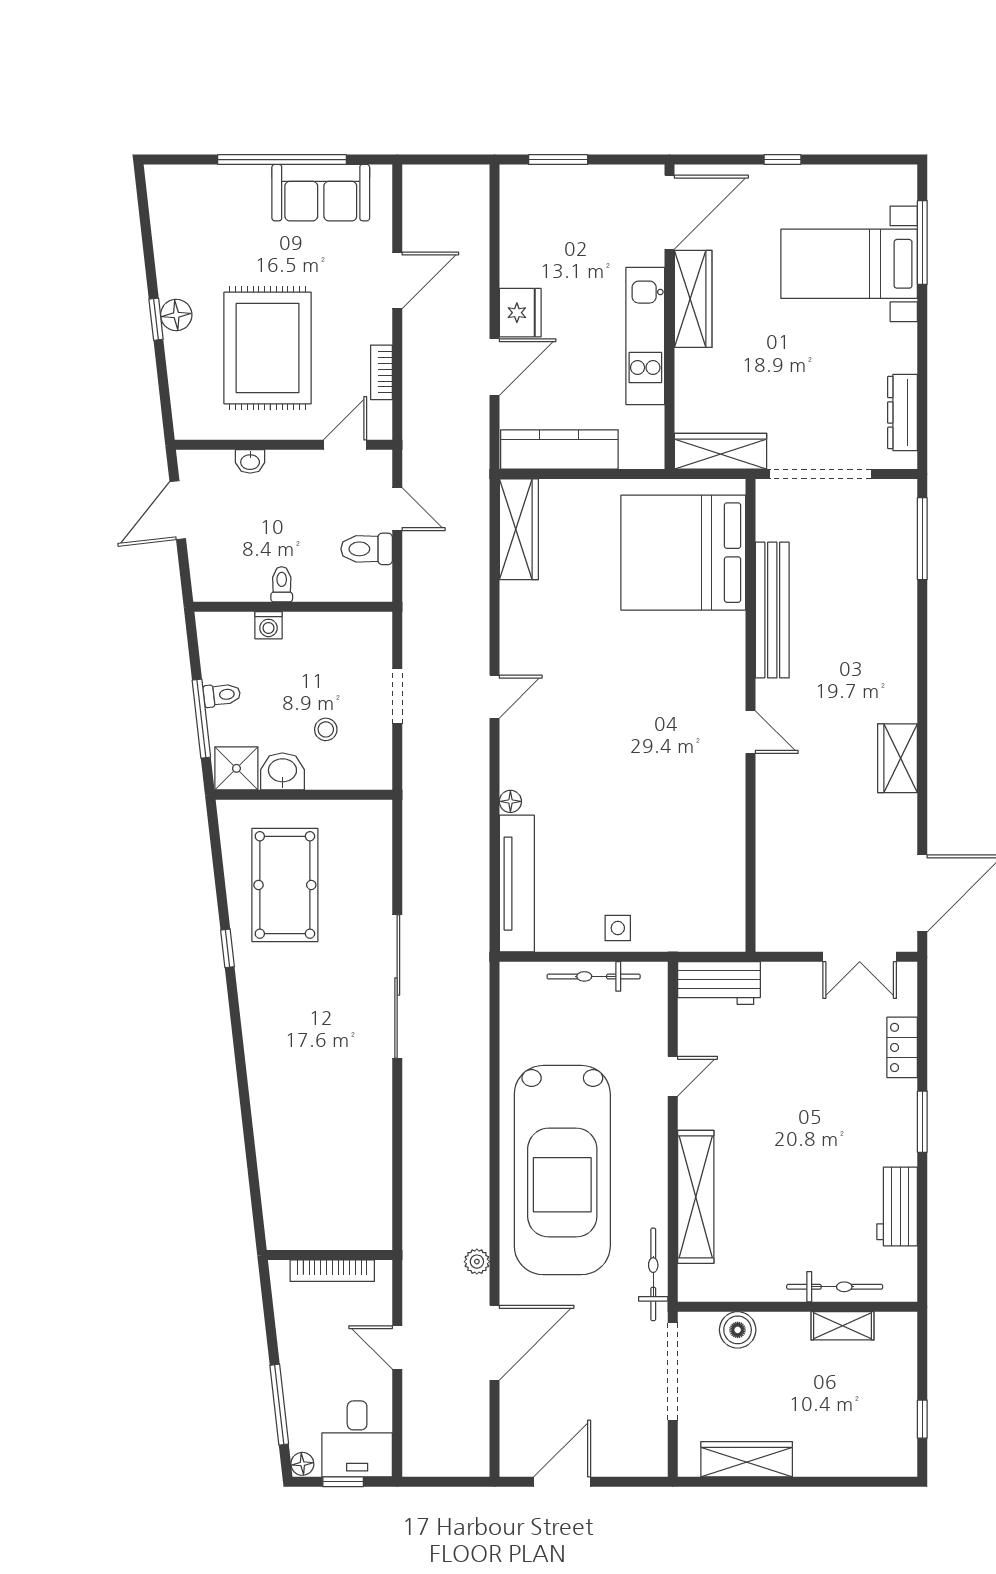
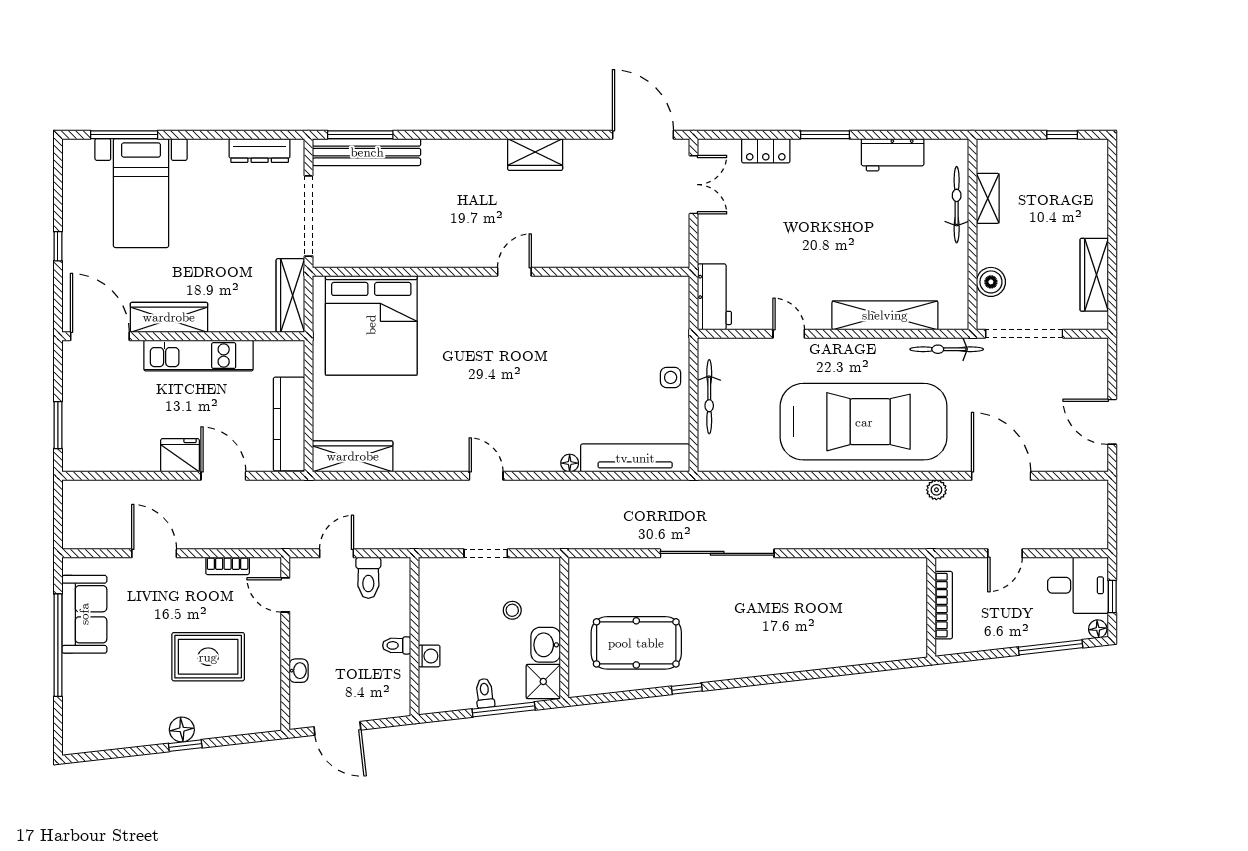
rug: (268, 348) -> (208, 657), width x0.73, depth x0.69
bench: (772, 610) -> (367, 152), moved

